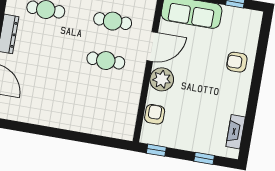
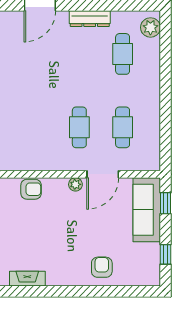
door: (152, 47) -> (103, 174), hinge flipped
plant: (162, 79) -> (75, 184), width x0.53, depth x0.53

